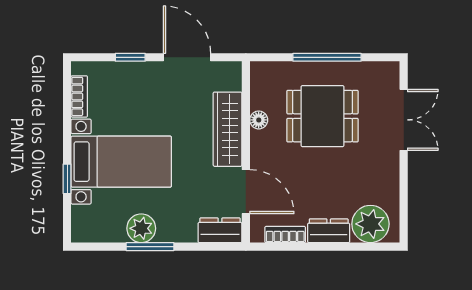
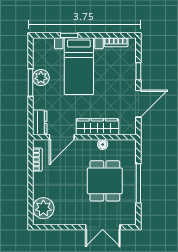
dresser: (329, 231) -> (39, 184), removed

